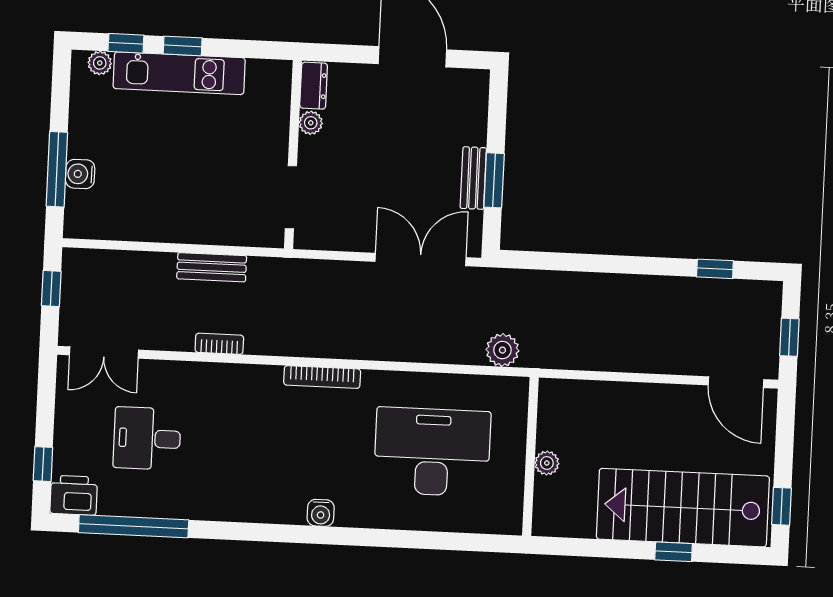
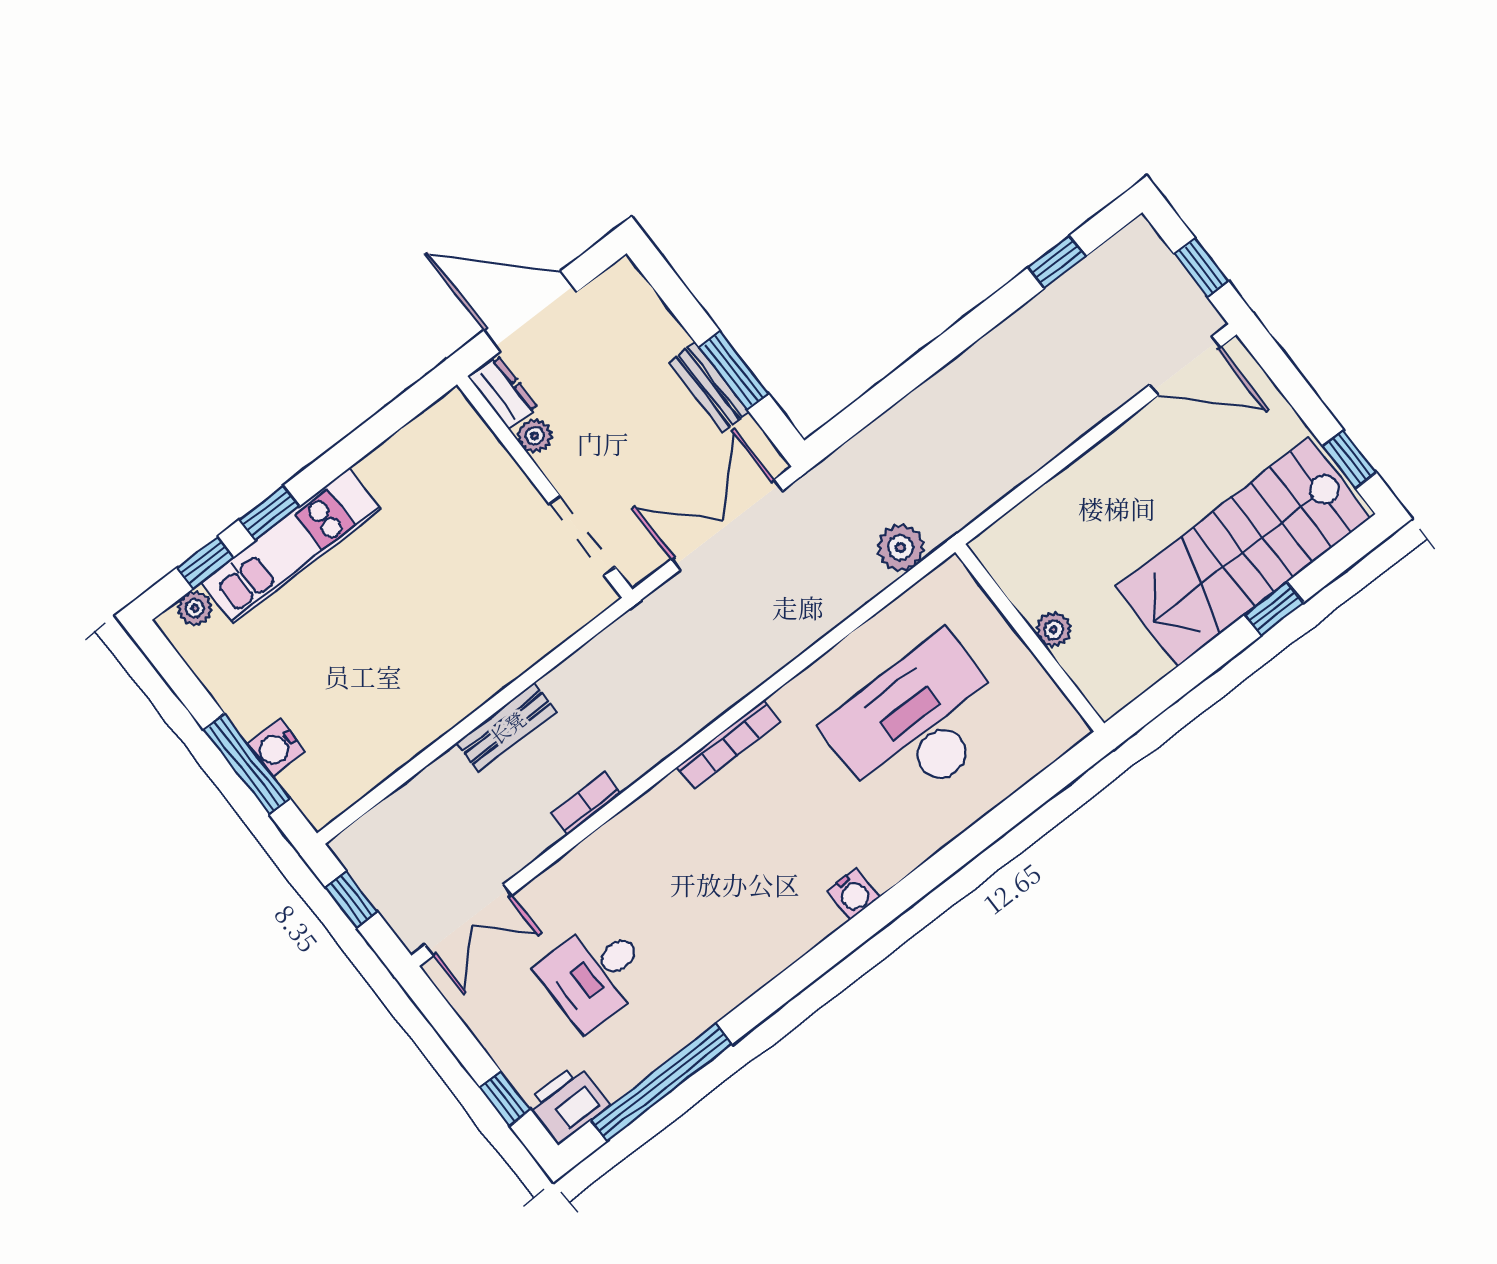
dresser: (314, 86) -> (503, 393), moved
plant: (311, 123) -> (535, 436), moved
wall: (293, 155) -> (545, 487), moved
doorway: (291, 197) -> (582, 535), moved

